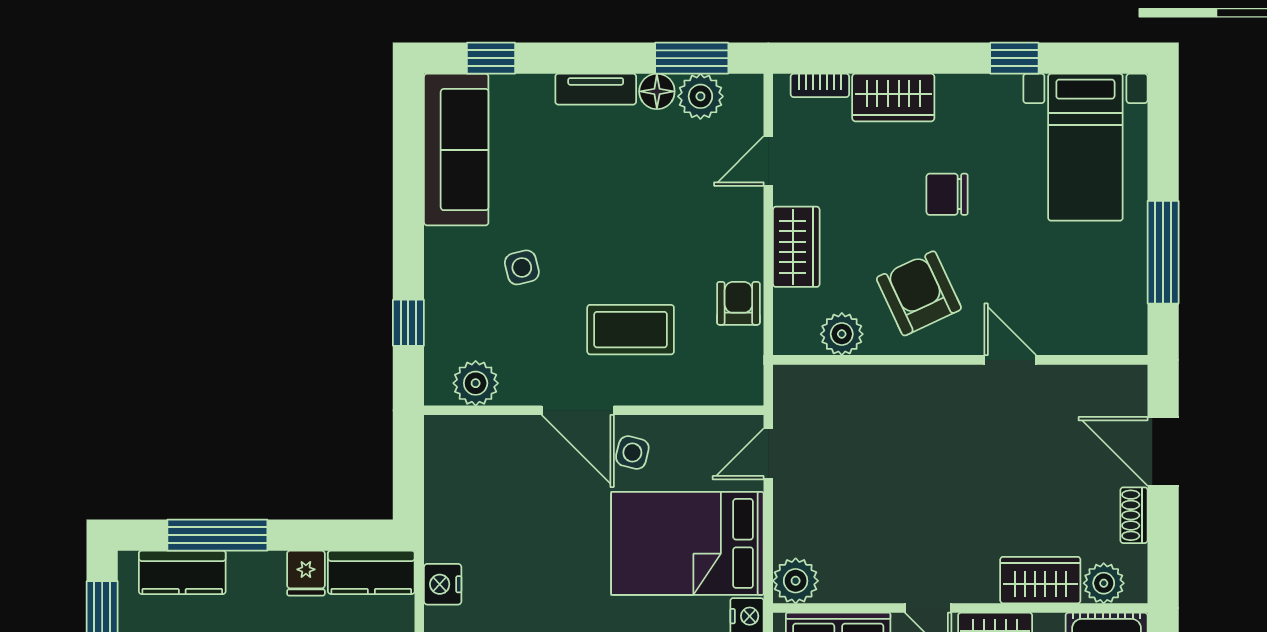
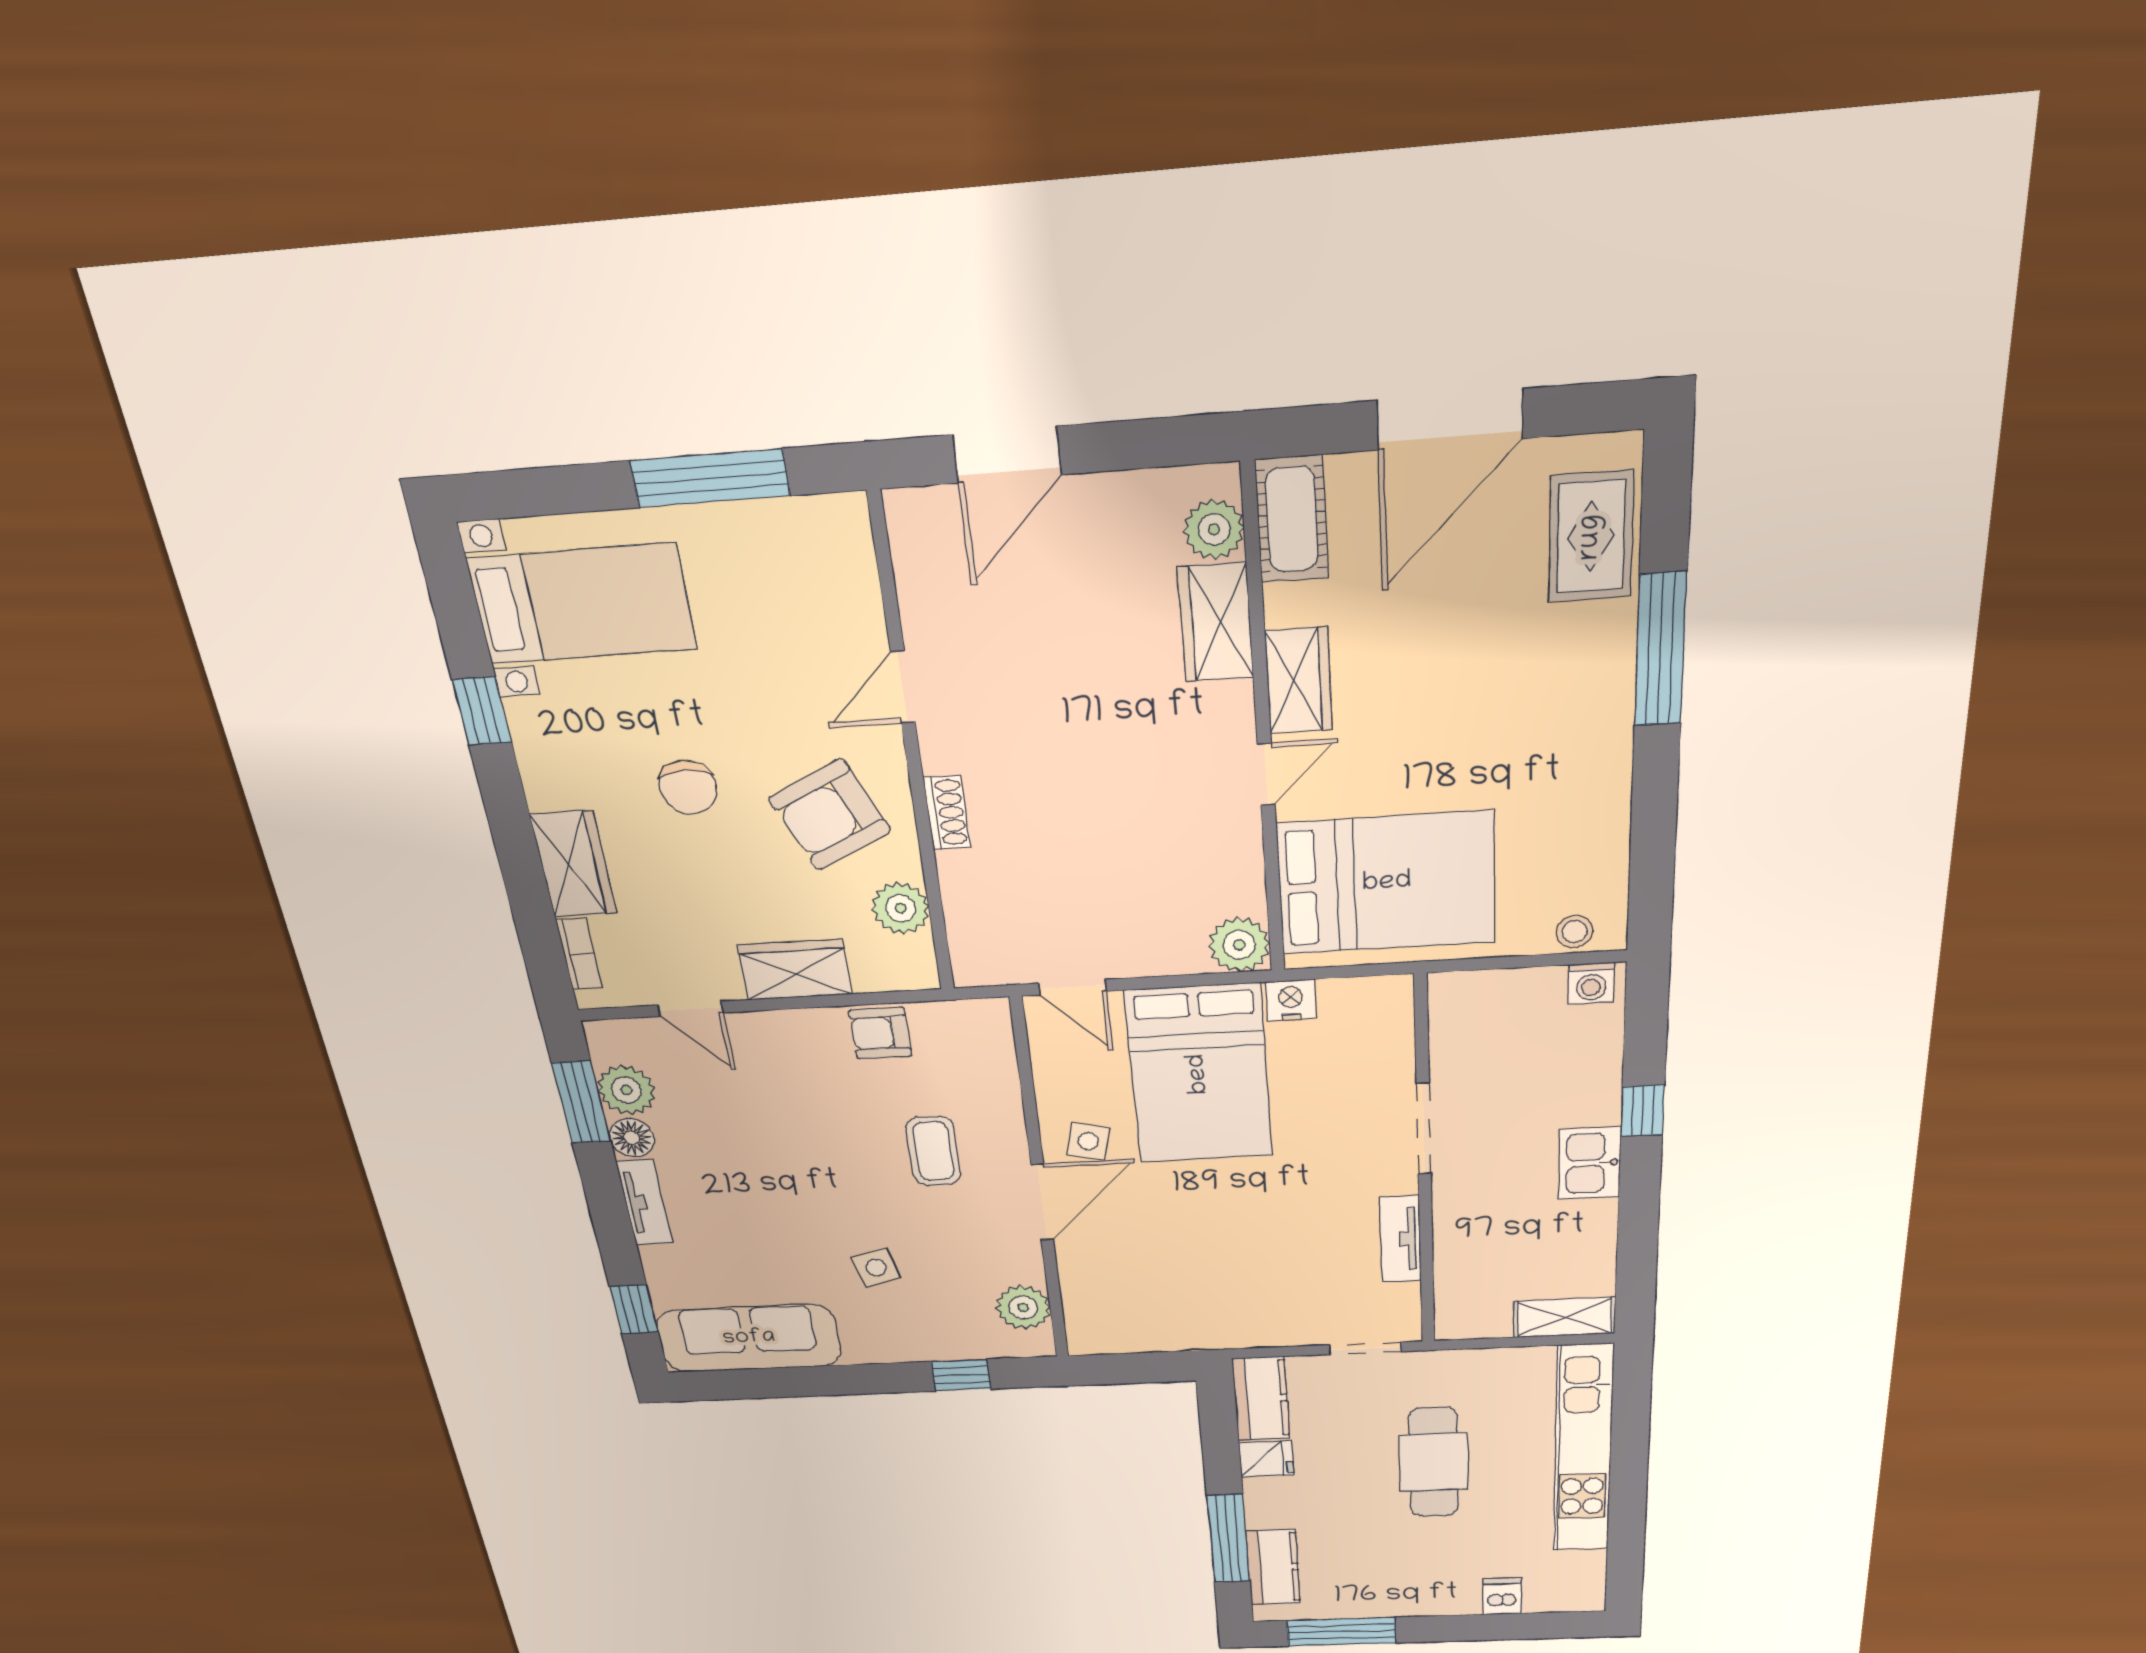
coffee table: (631, 330) -> (933, 1151), width x0.73, depth x0.77
shoe rack: (1134, 515) -> (947, 813), moved, turned -90
nightstand: (443, 584) -> (1270, 1329), removed

